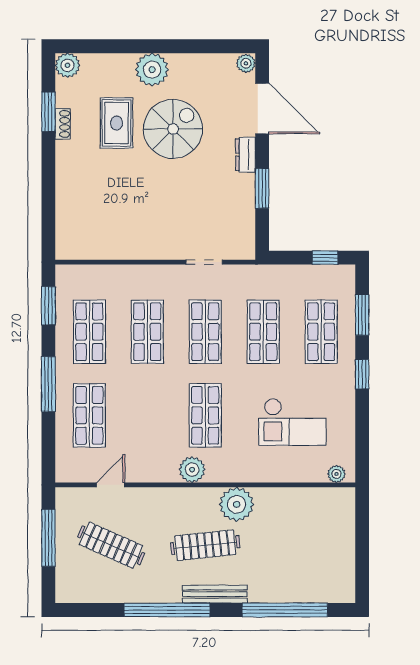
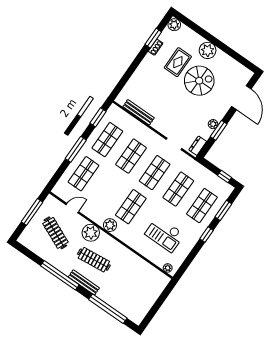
plant: (246, 63) -> (213, 124), moved
dresser: (245, 155) -> (198, 146), moved
bench: (109, 251) -> (139, 112), added
plant: (237, 504) -> (91, 233), moved

